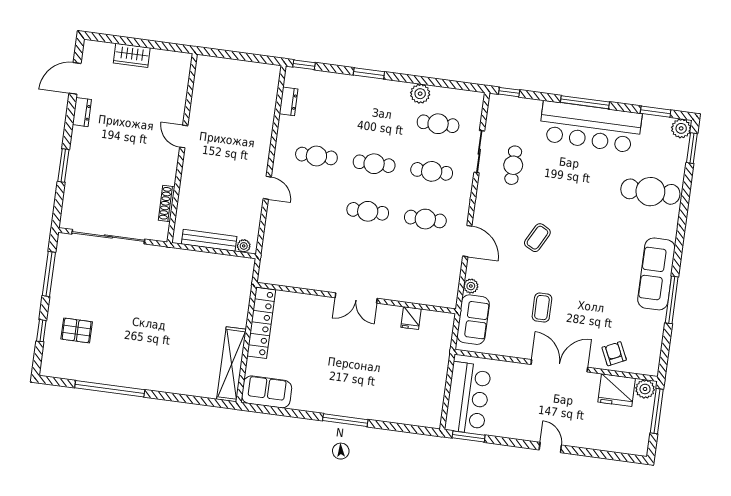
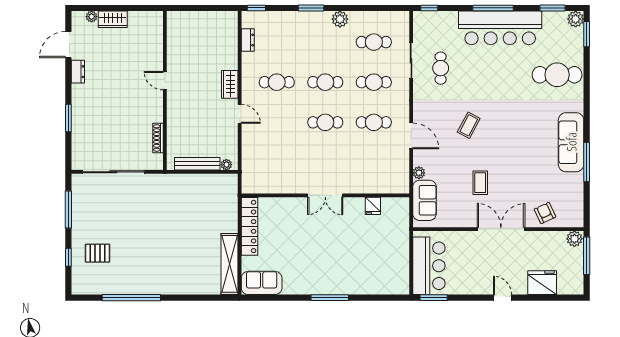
plant: (107, 49) -> (92, 17), added
plant: (420, 94) -> (340, 19), moved
wardrobe: (260, 151) -> (230, 84), added
fridge: (617, 390) -> (542, 283), moved, turned 180

